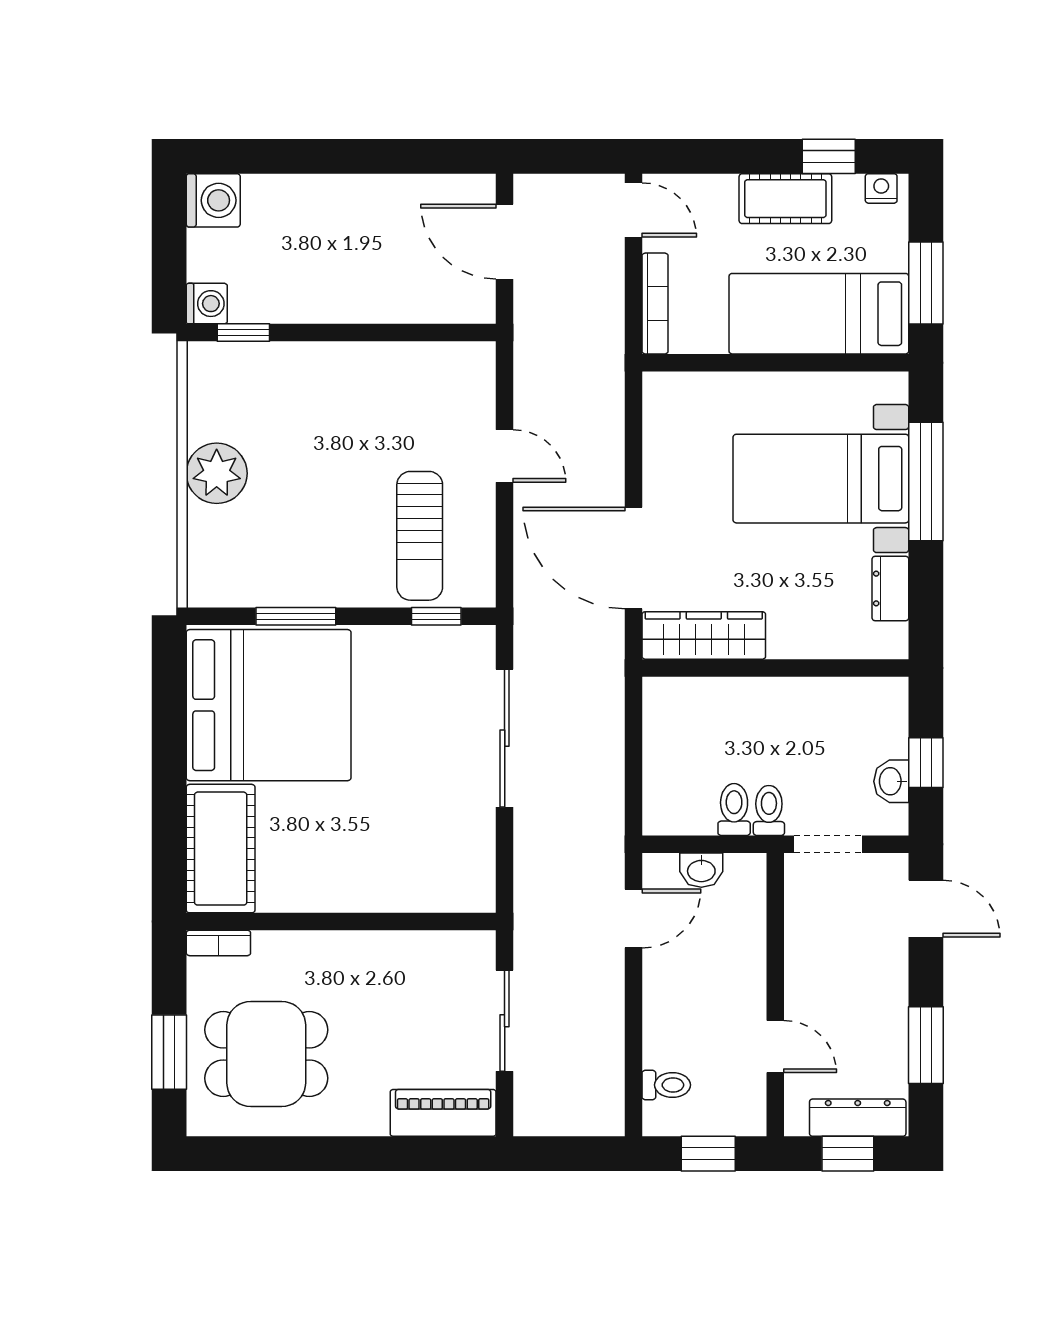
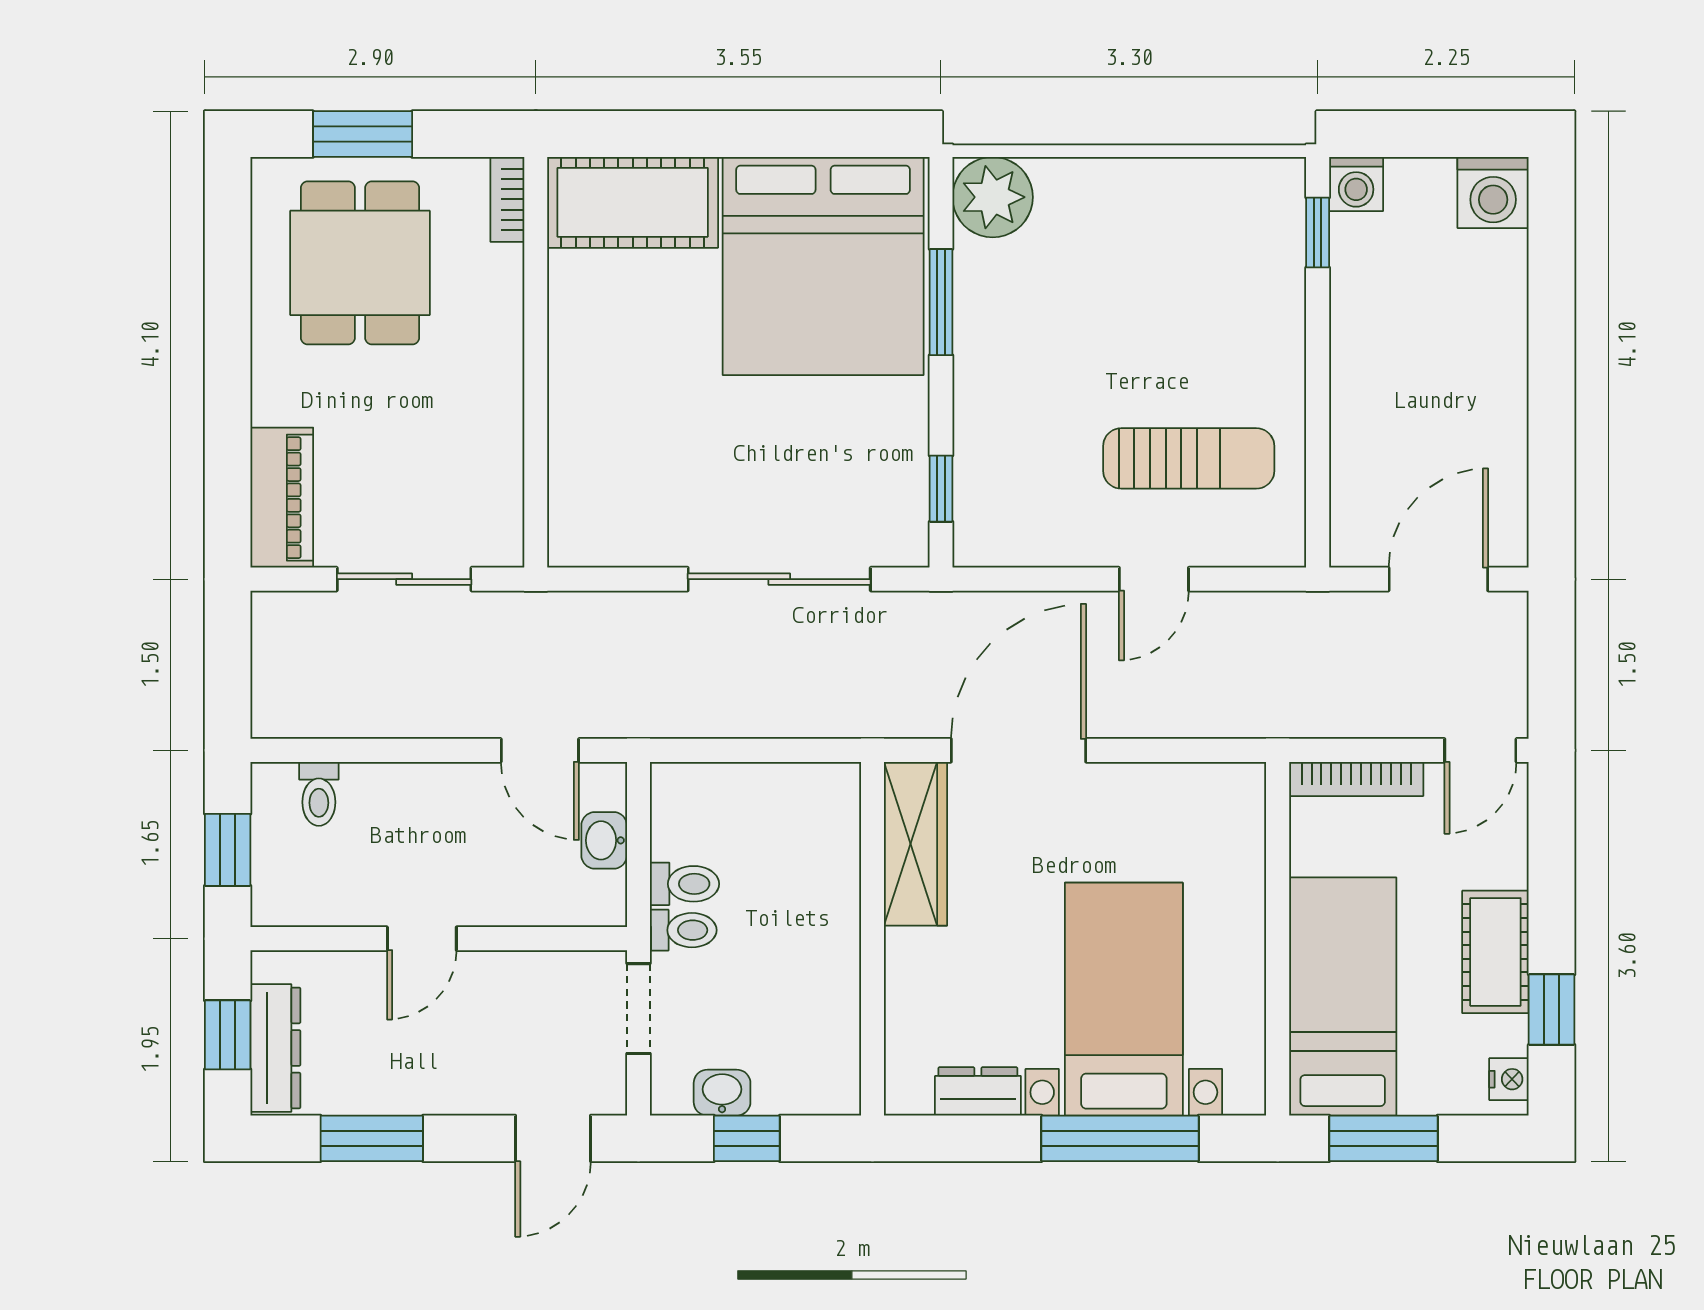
plant: (217, 473) -> (993, 197), moved
sun lounger: (420, 536) -> (1189, 458), moved, turned 180
door: (775, 1047) -> (422, 939), moved

